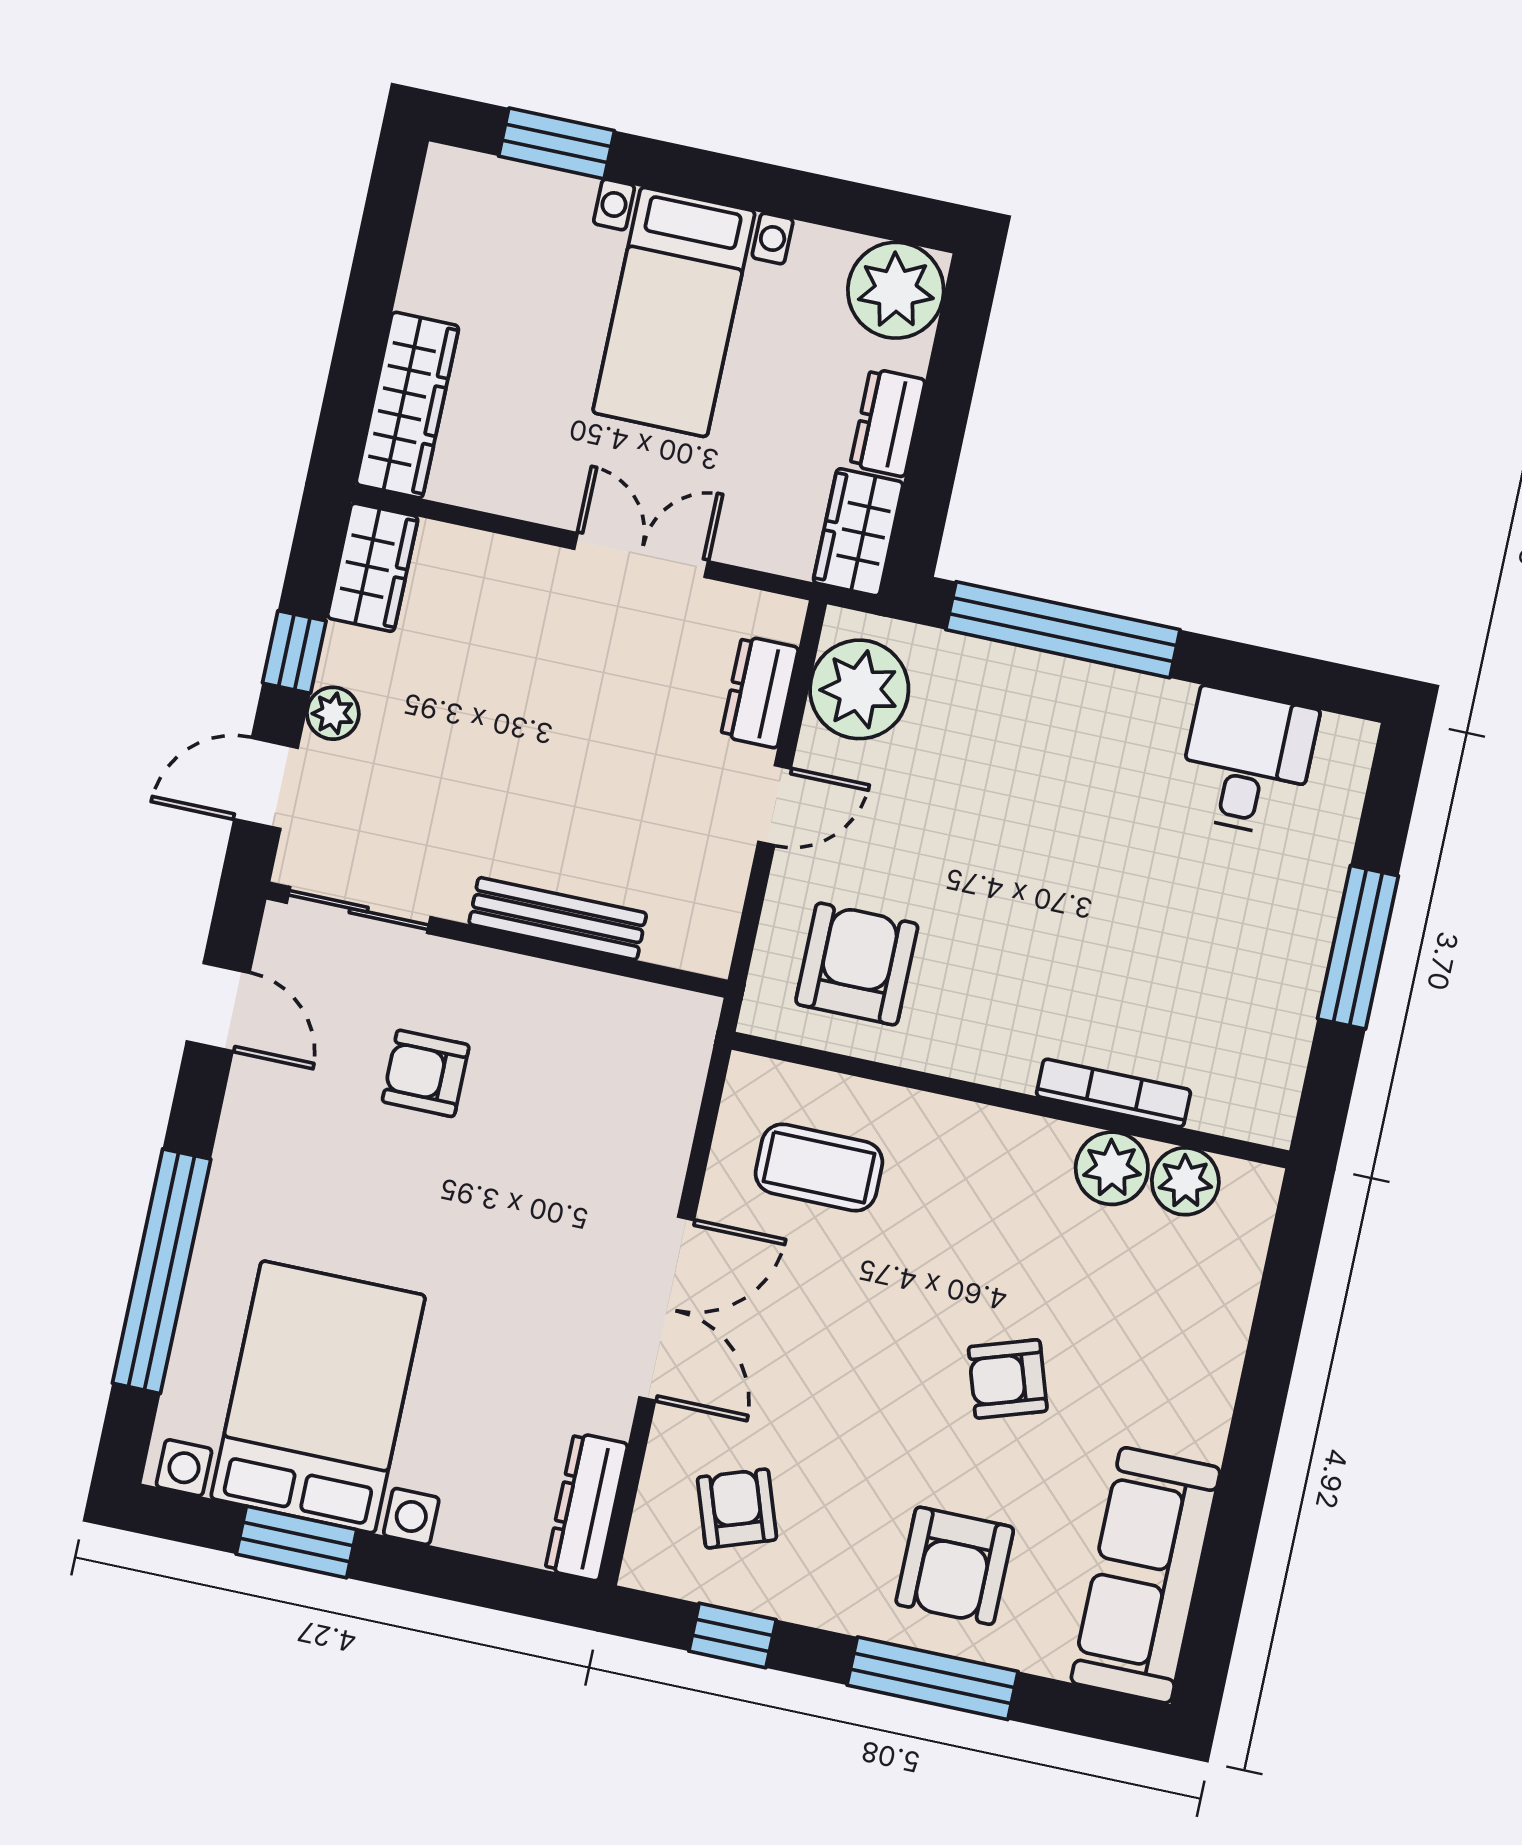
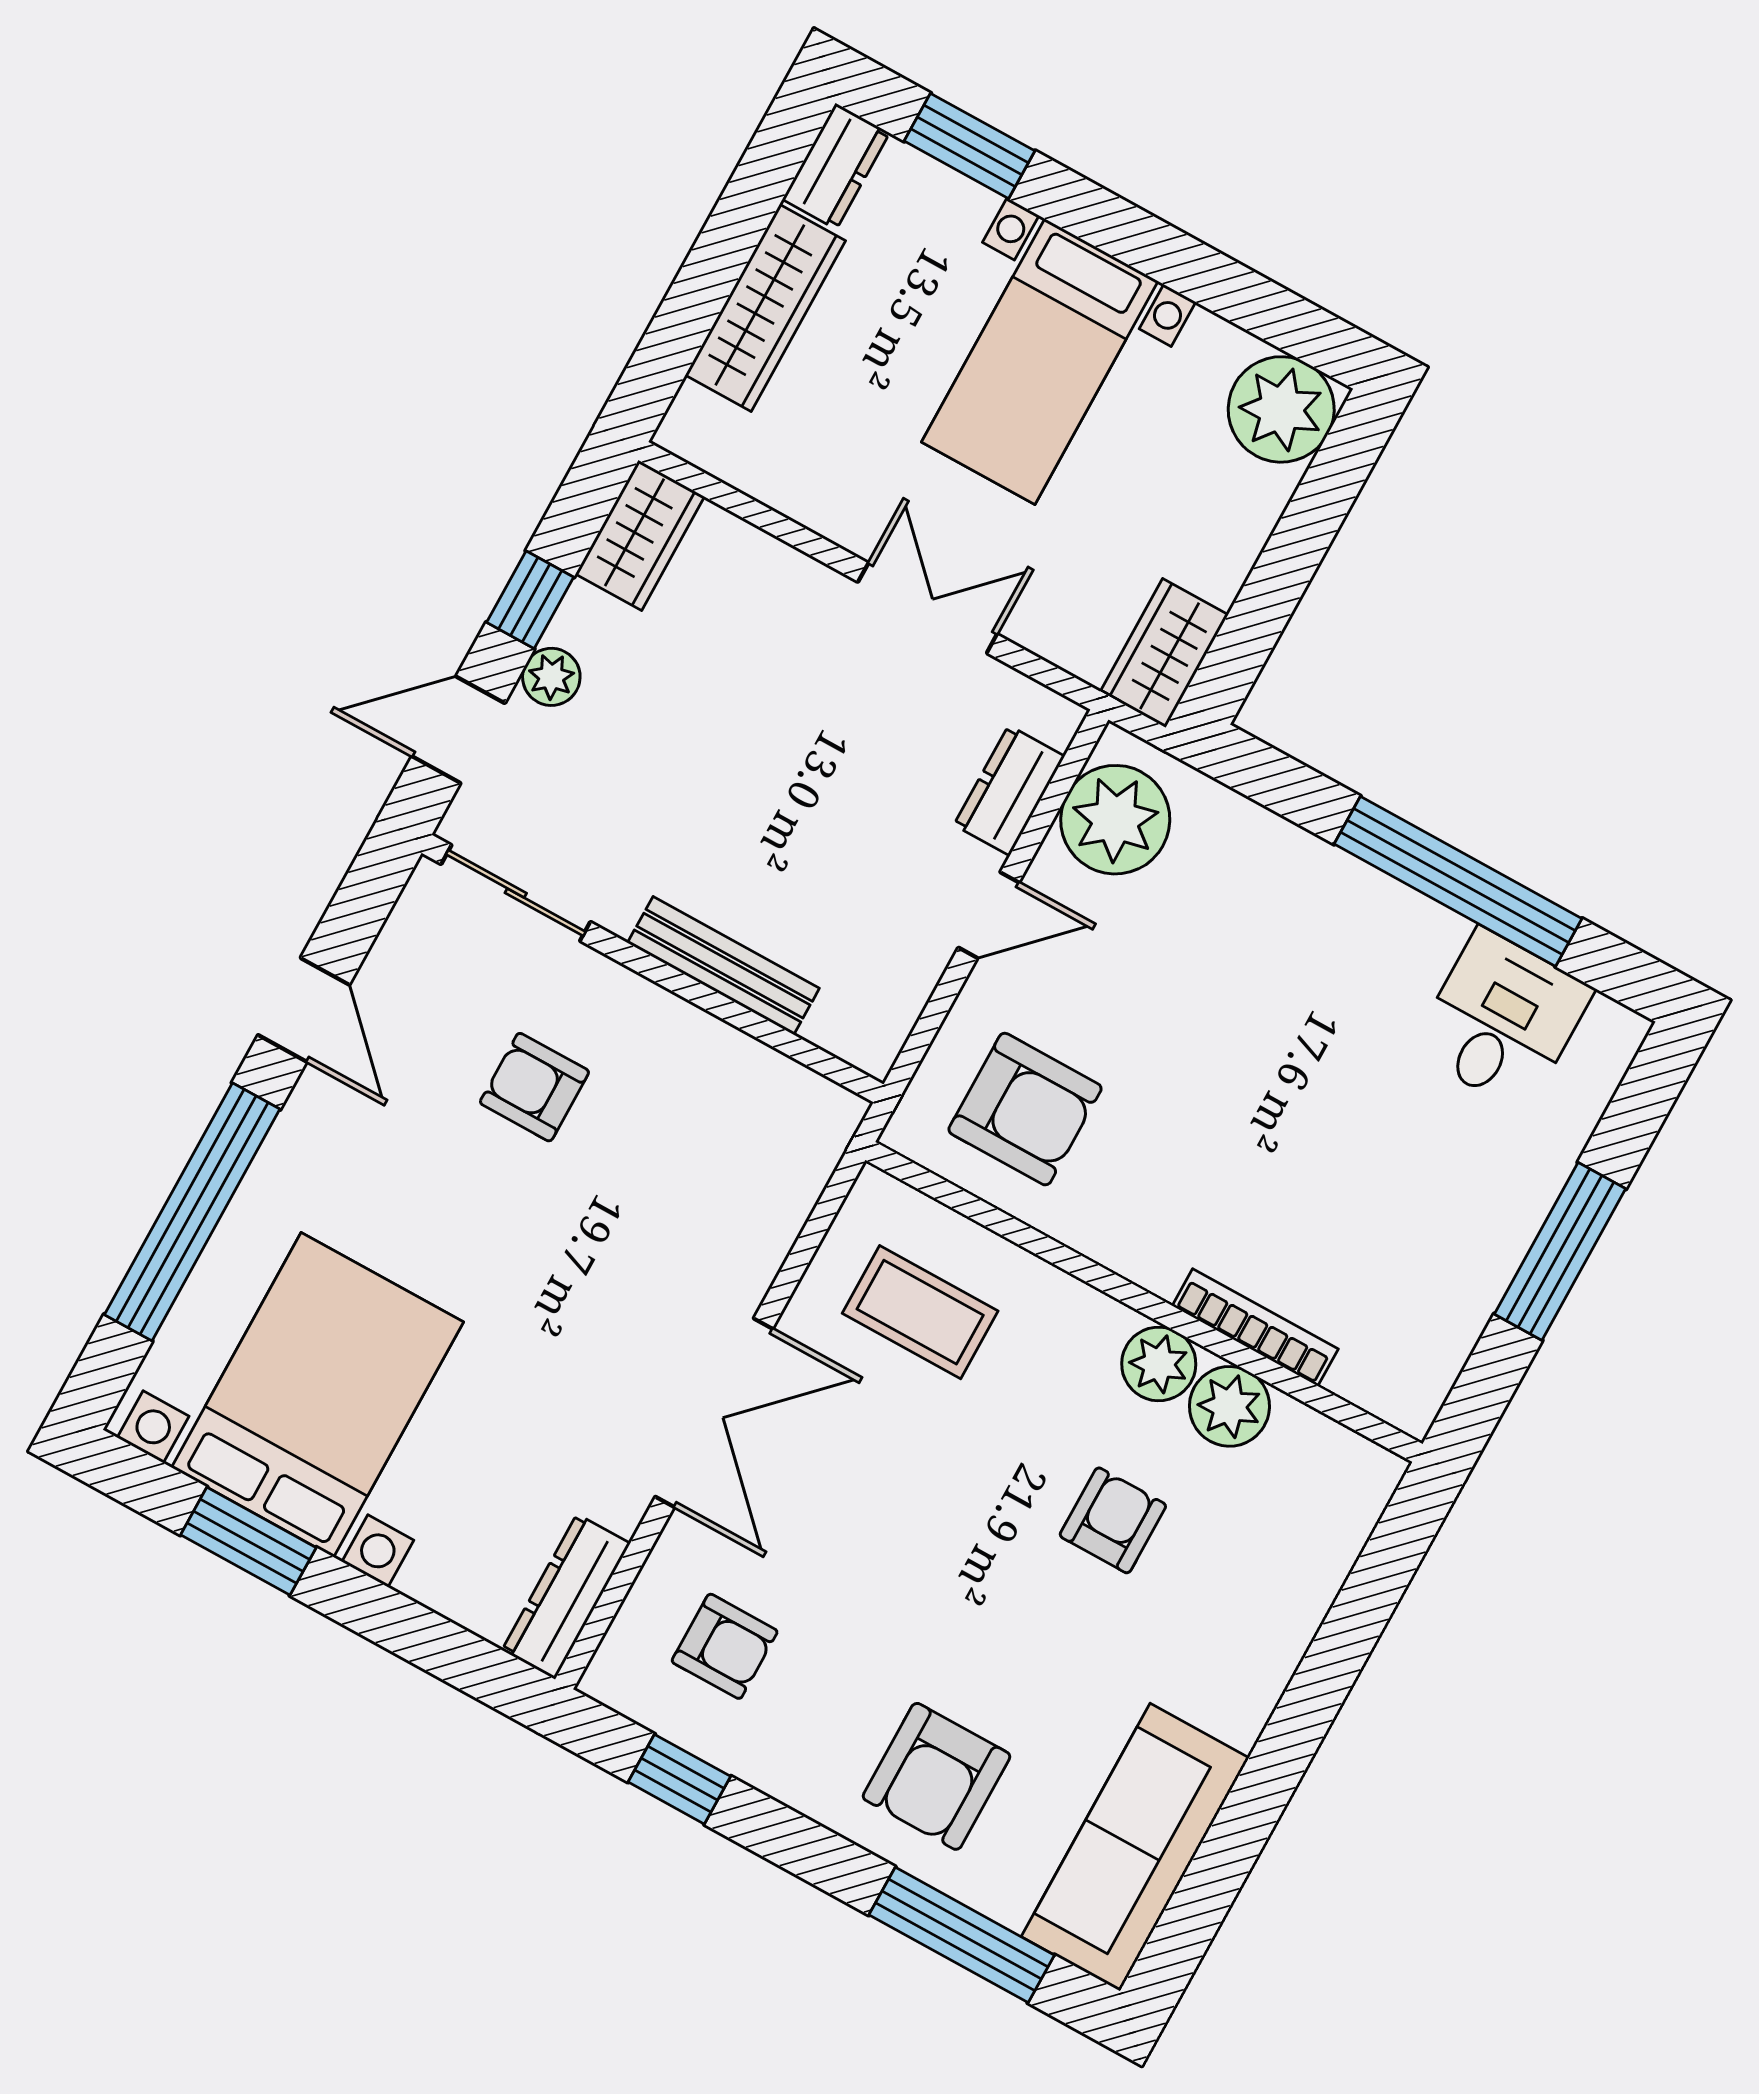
wardrobe: (407, 405) -> (765, 308), moved
dresser: (888, 423) -> (836, 166), moved, turned 180
window: (1063, 630) -> (1458, 881), moved
armchair: (857, 964) -> (1025, 1109), turned 90
door: (218, 1007) -> (304, 1010), moved
plant: (1185, 1181) -> (1159, 1364), moved
armchair: (1008, 1379) -> (1113, 1520), moved, turned 108
armchair: (737, 1508) -> (725, 1646), turned 109
window: (933, 1678) -> (962, 1935), moved

